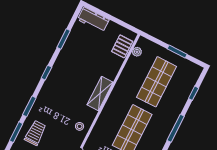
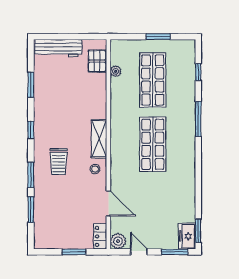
workbench: (93, 20) -> (58, 48), width x1.38
plant: (137, 52) -> (116, 71), moved
shelving: (100, 94) -> (99, 139), moved
trolley: (35, 133) -> (58, 162), moved, turned 180

